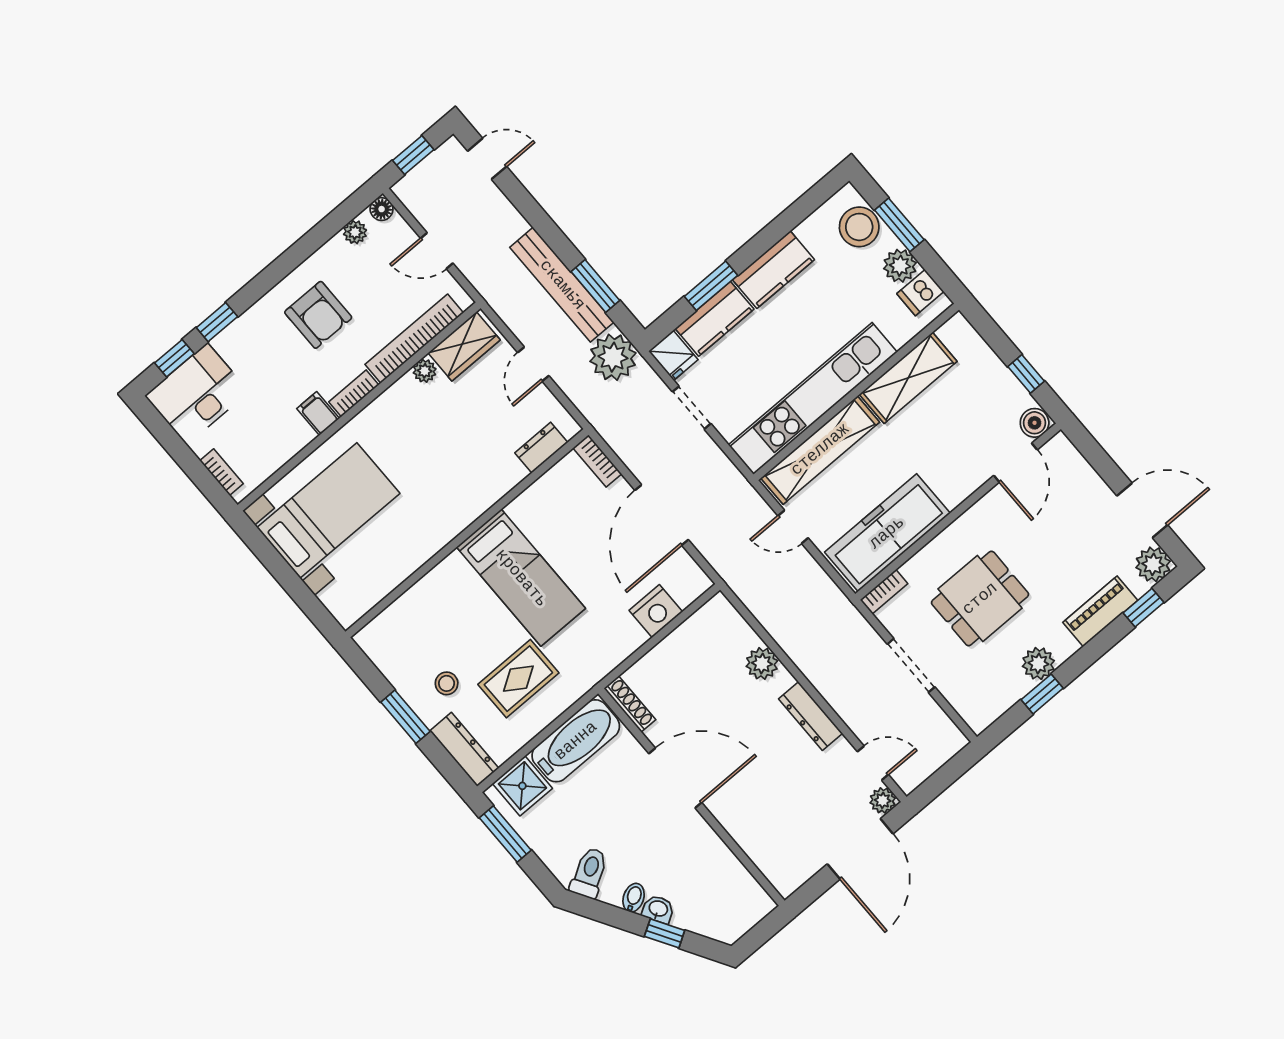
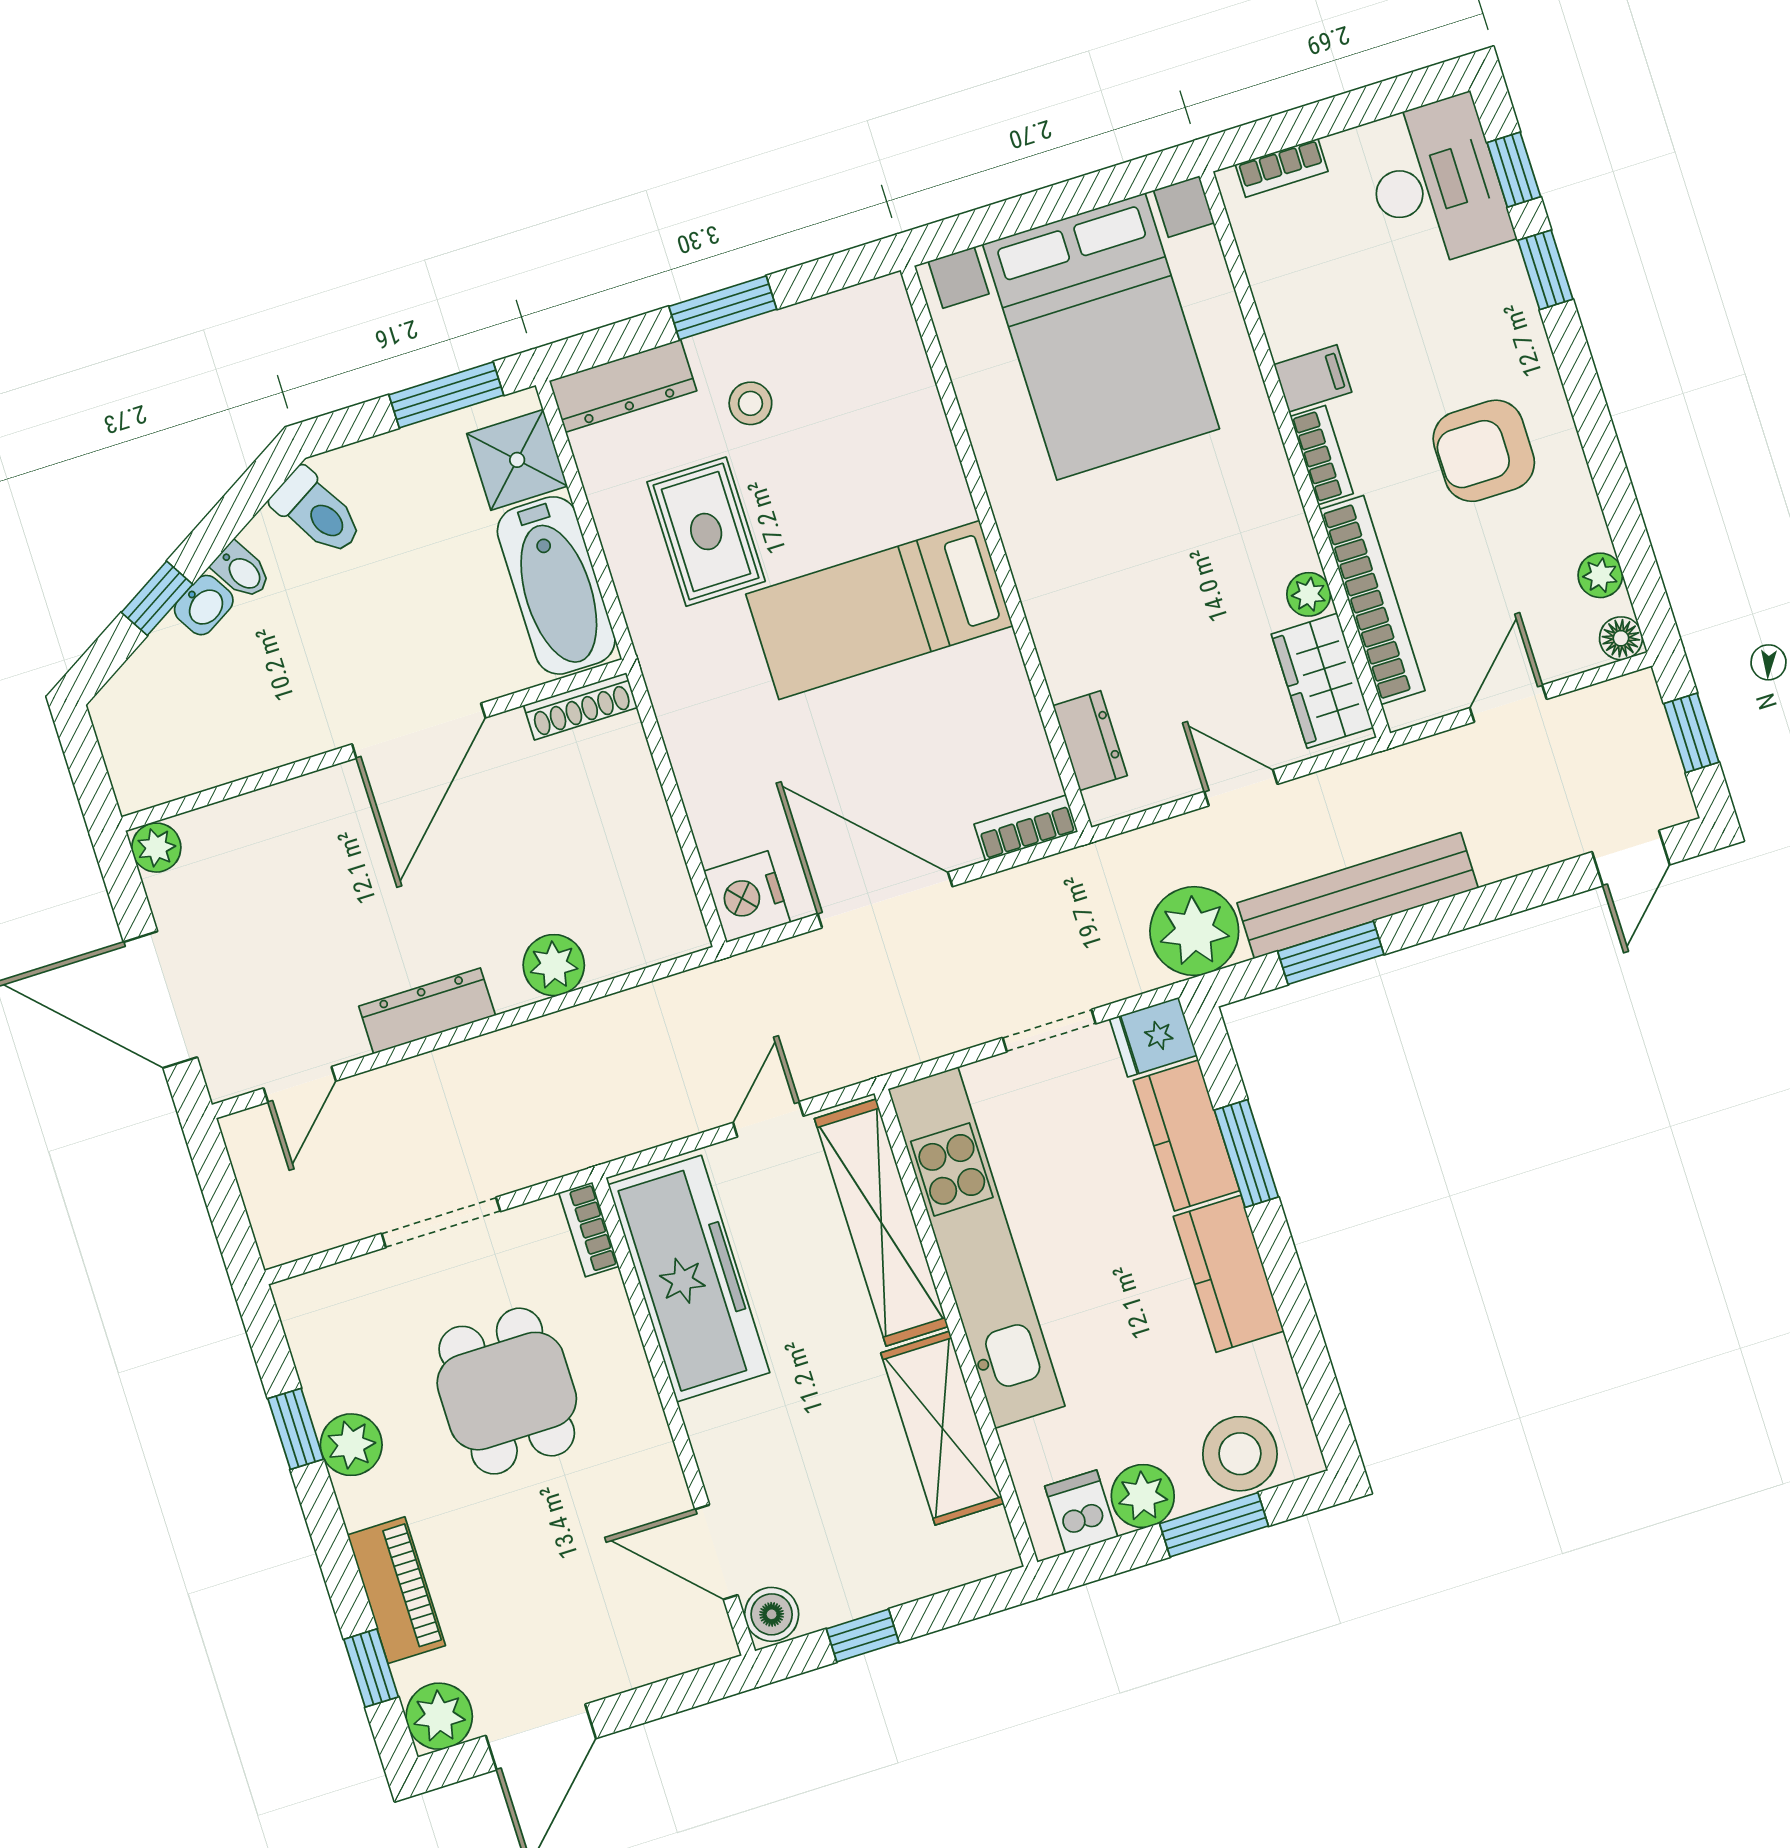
bed with nightstands: (328, 510) -> (1101, 336), width x1.36
nightstand: (656, 611) -> (747, 897), moved
plant: (883, 800) -> (156, 848), moved

